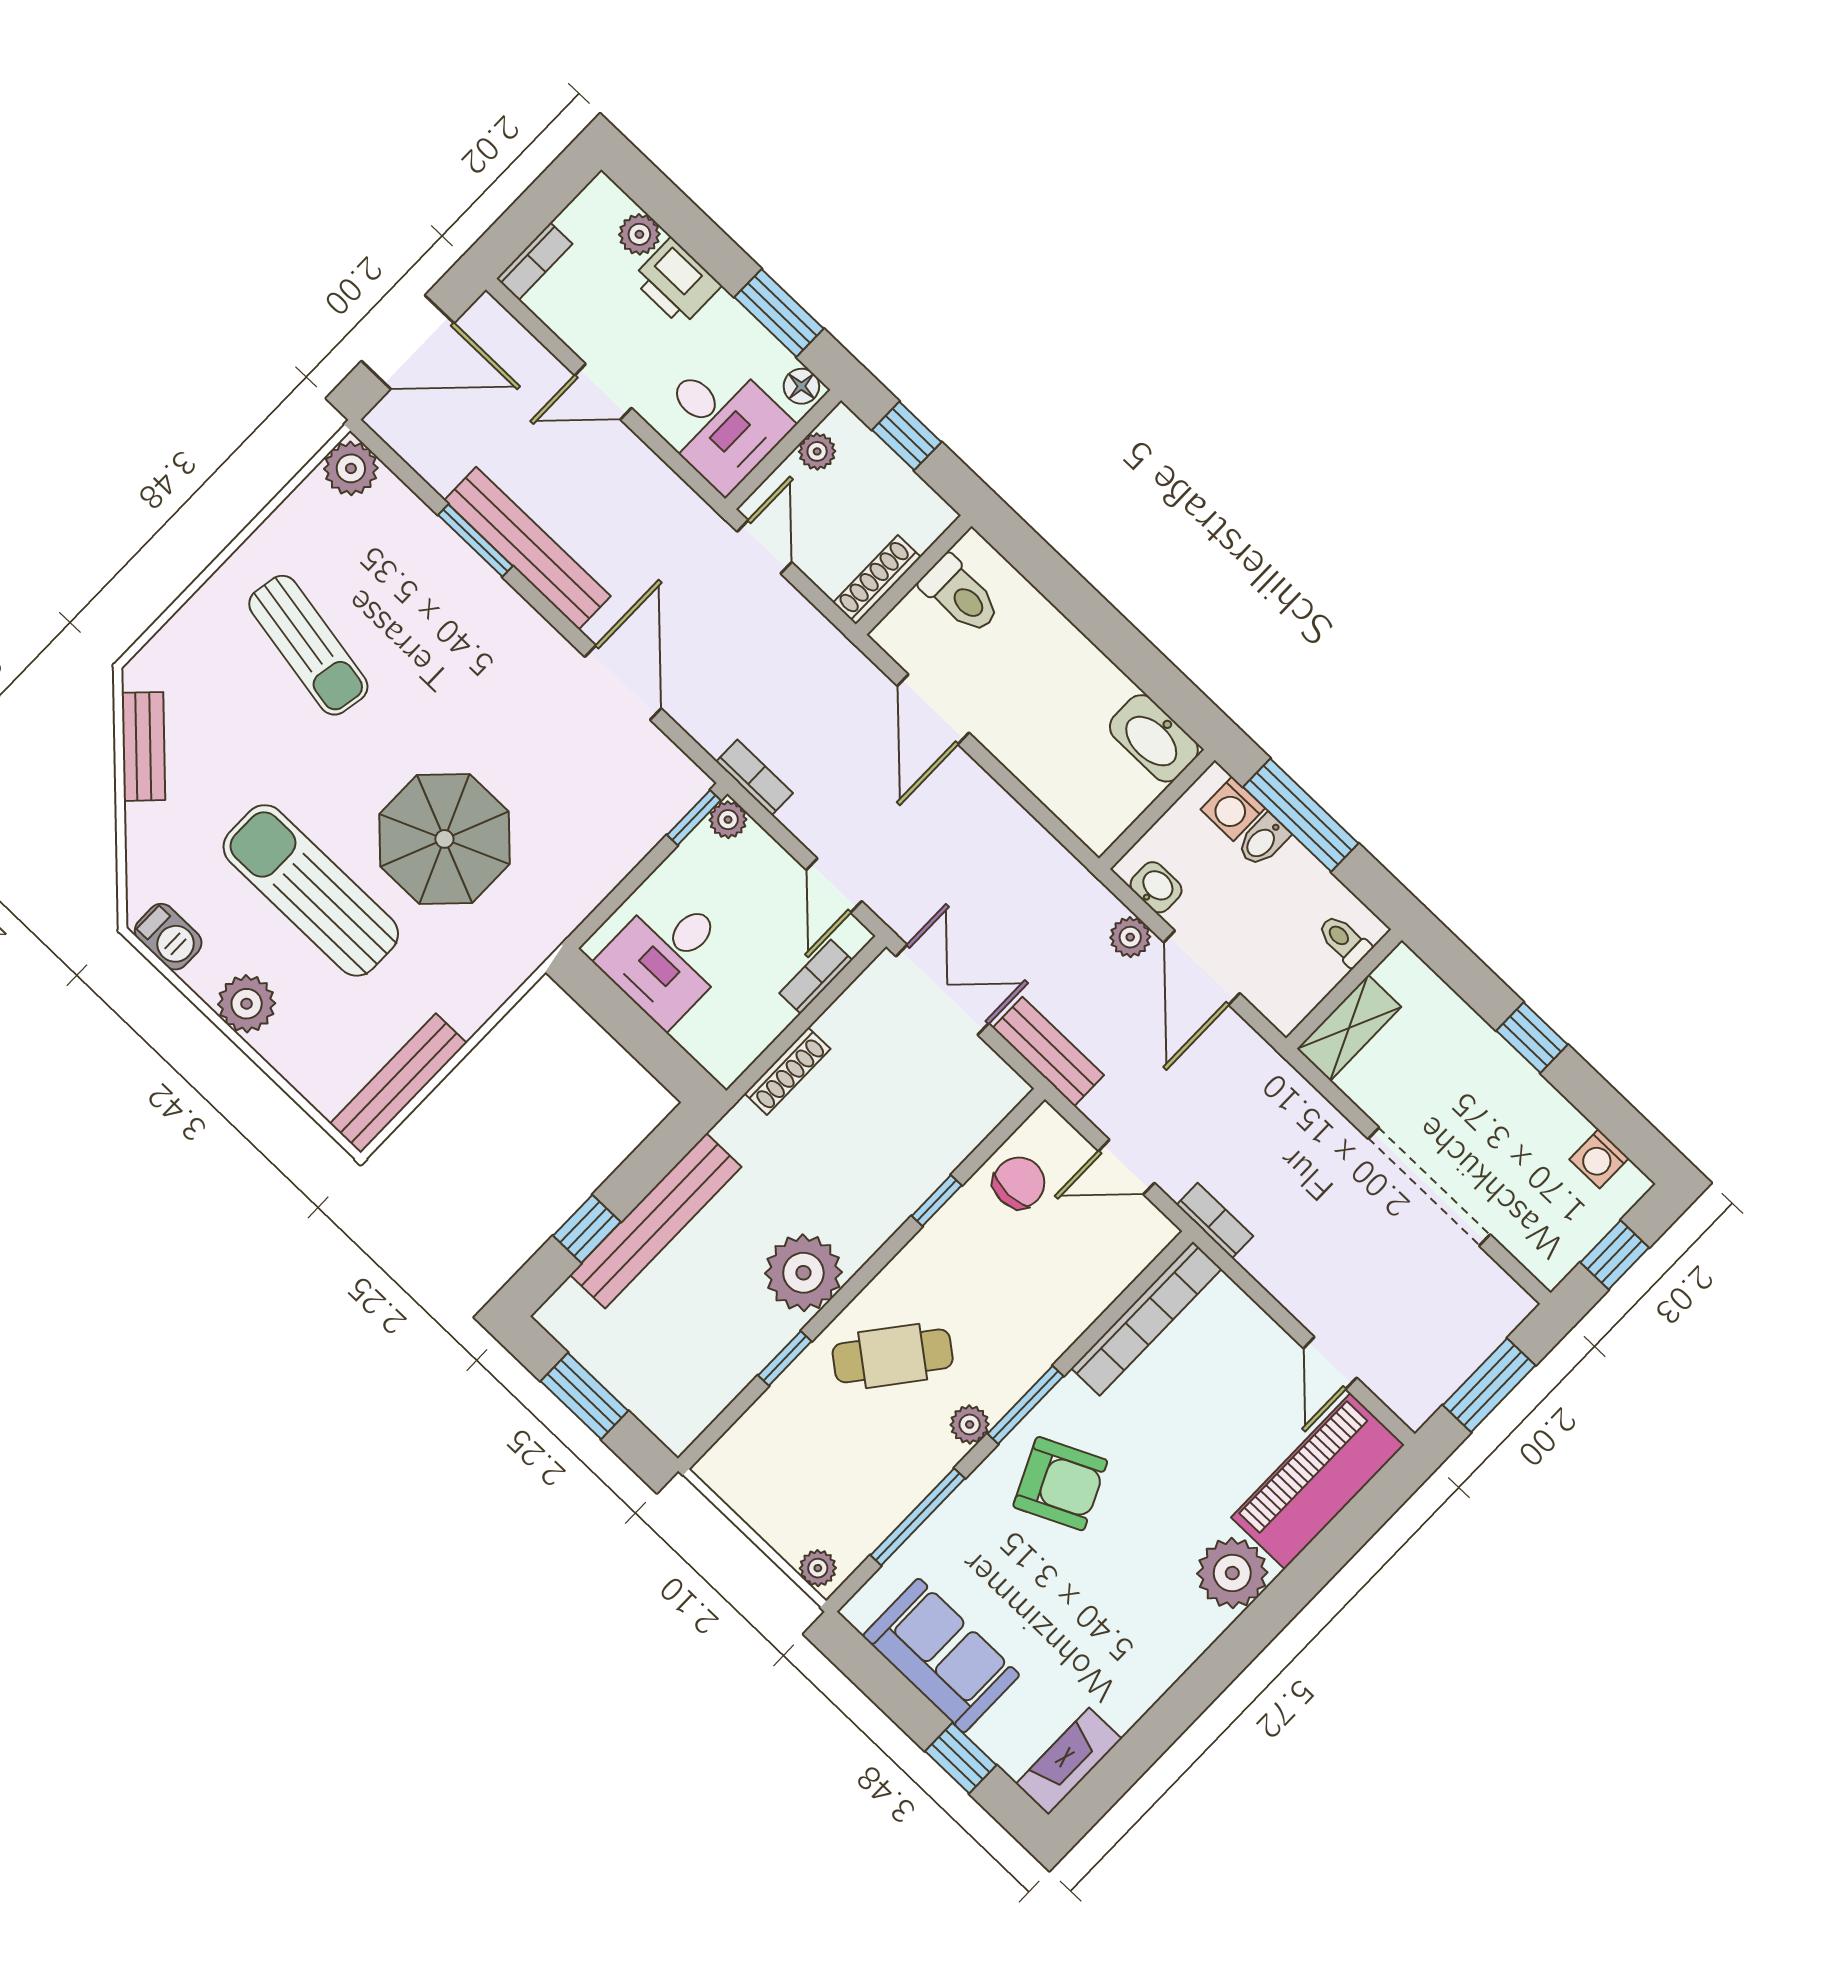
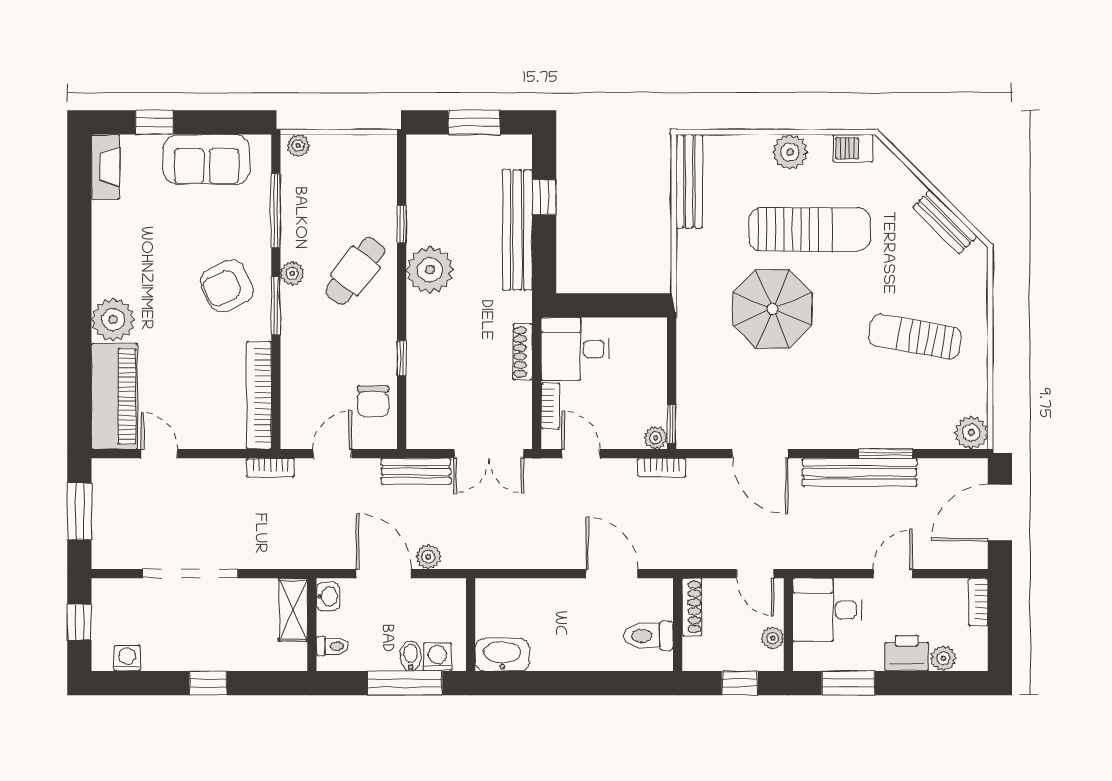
floor lamp: (801, 386) -> (807, 660), removed
washbasin: (1156, 887) -> (328, 596), moved, turned -90
desk: (668, 957) -> (575, 349), moved, turned -90

